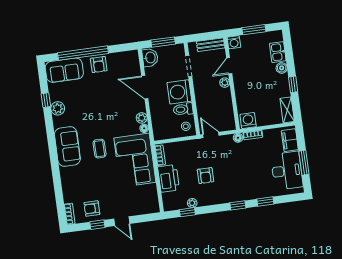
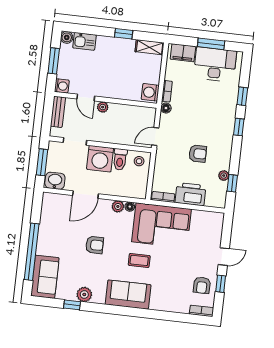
armchair: (99, 65) -> (95, 245), moved
boiler: (282, 68) -> (67, 37), moved

